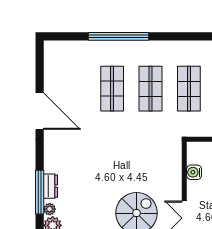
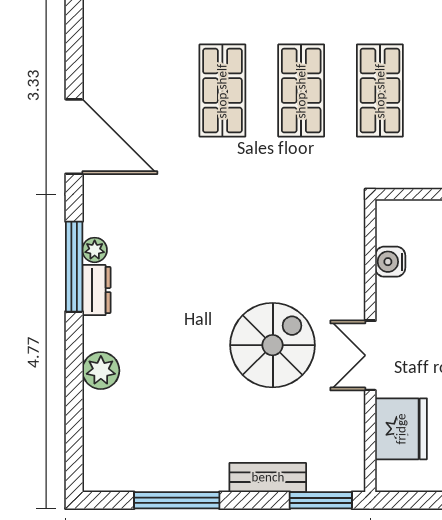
window: (40, 192) -> (74, 267), moved
plant: (50, 209) -> (95, 250), moved

